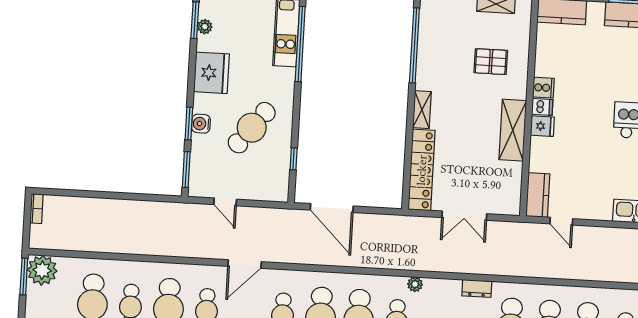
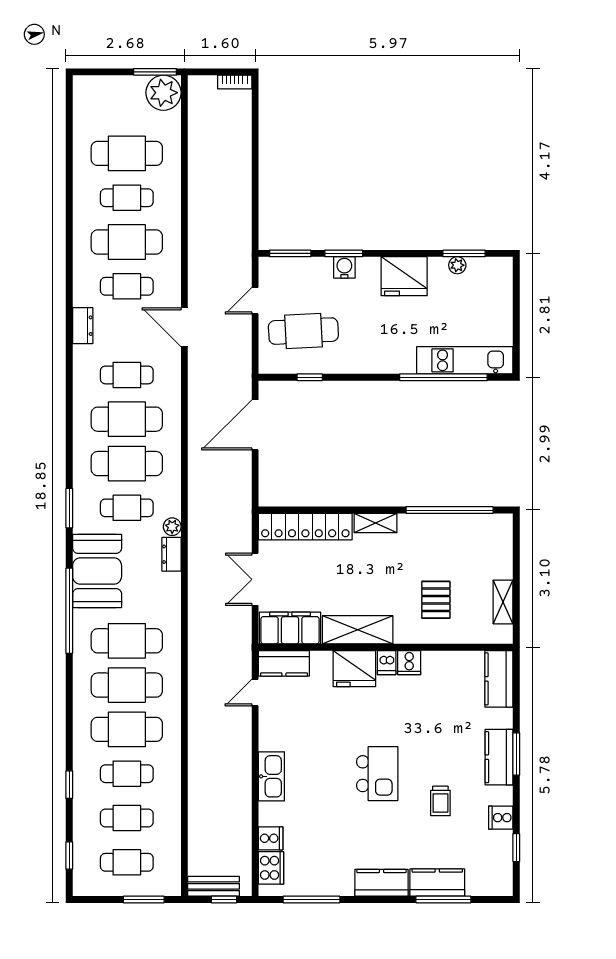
fridge: (542, 126) -> (354, 669), width x1.88, depth x1.34
cafe table: (252, 128) -> (303, 331), moved, turned -41
filing cabinet: (508, 188) -> (290, 628), added
dresser: (477, 288) -> (171, 554), moved

